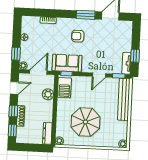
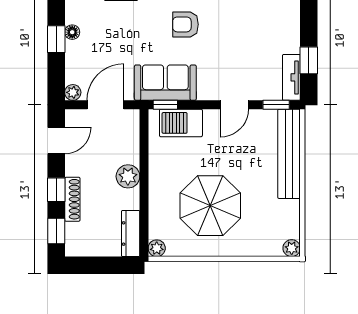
window: (16, 54) -> (56, 39), moved
barbecue: (64, 88) -> (181, 123), moved, turned 90
plant: (48, 94) -> (128, 176), moved

